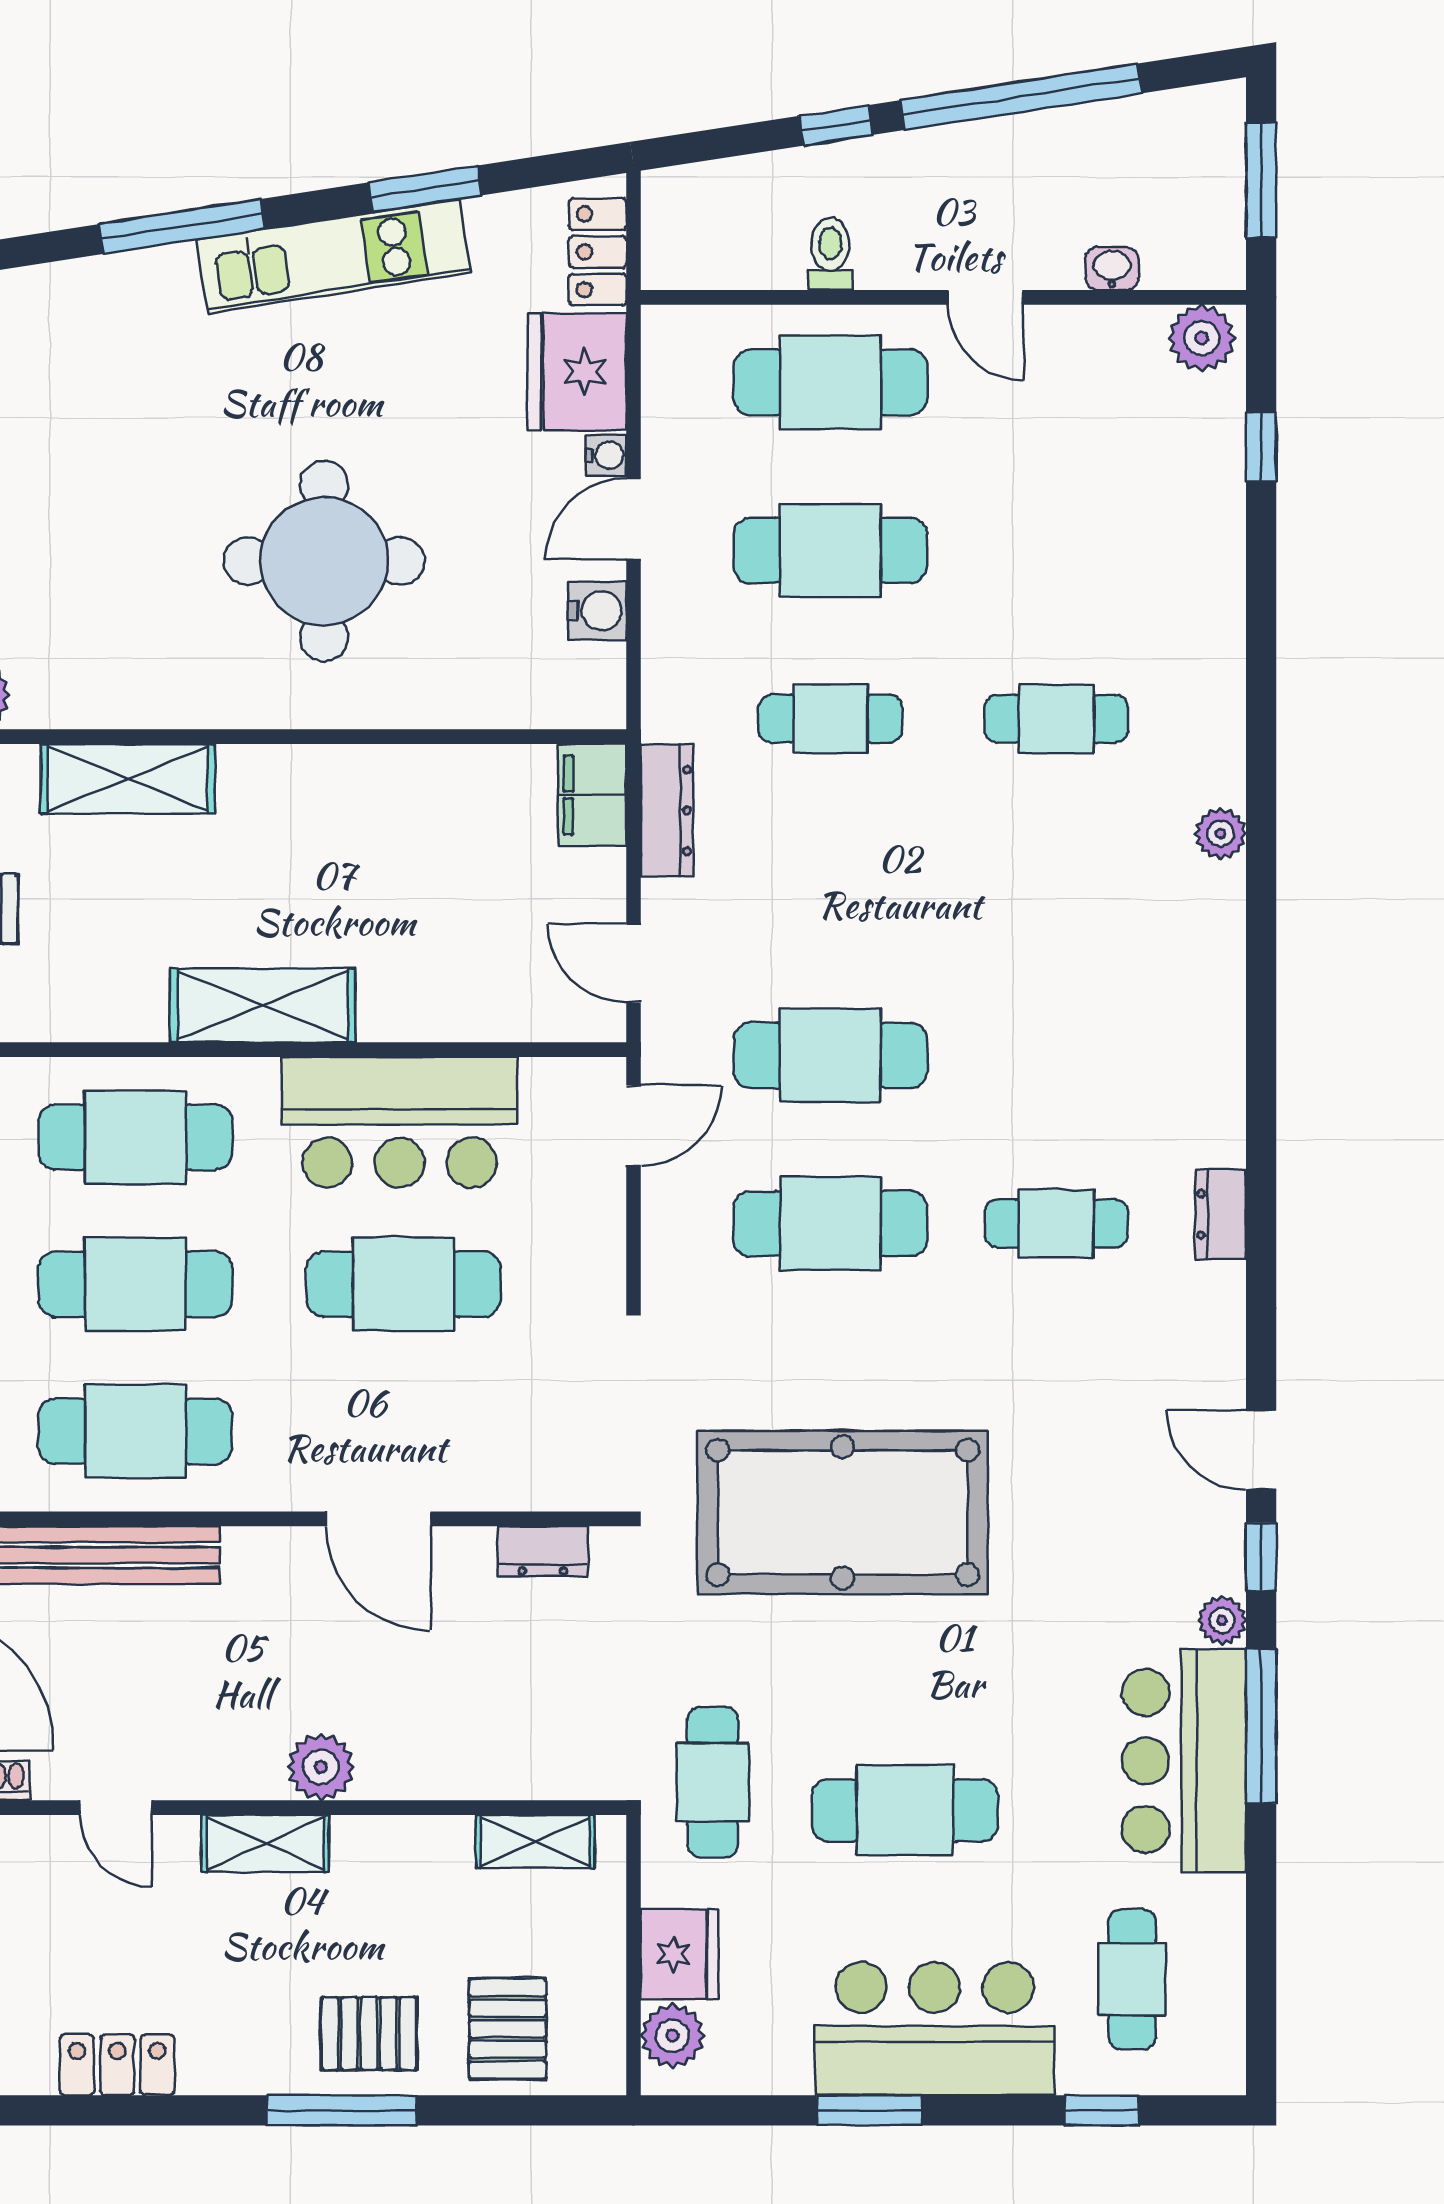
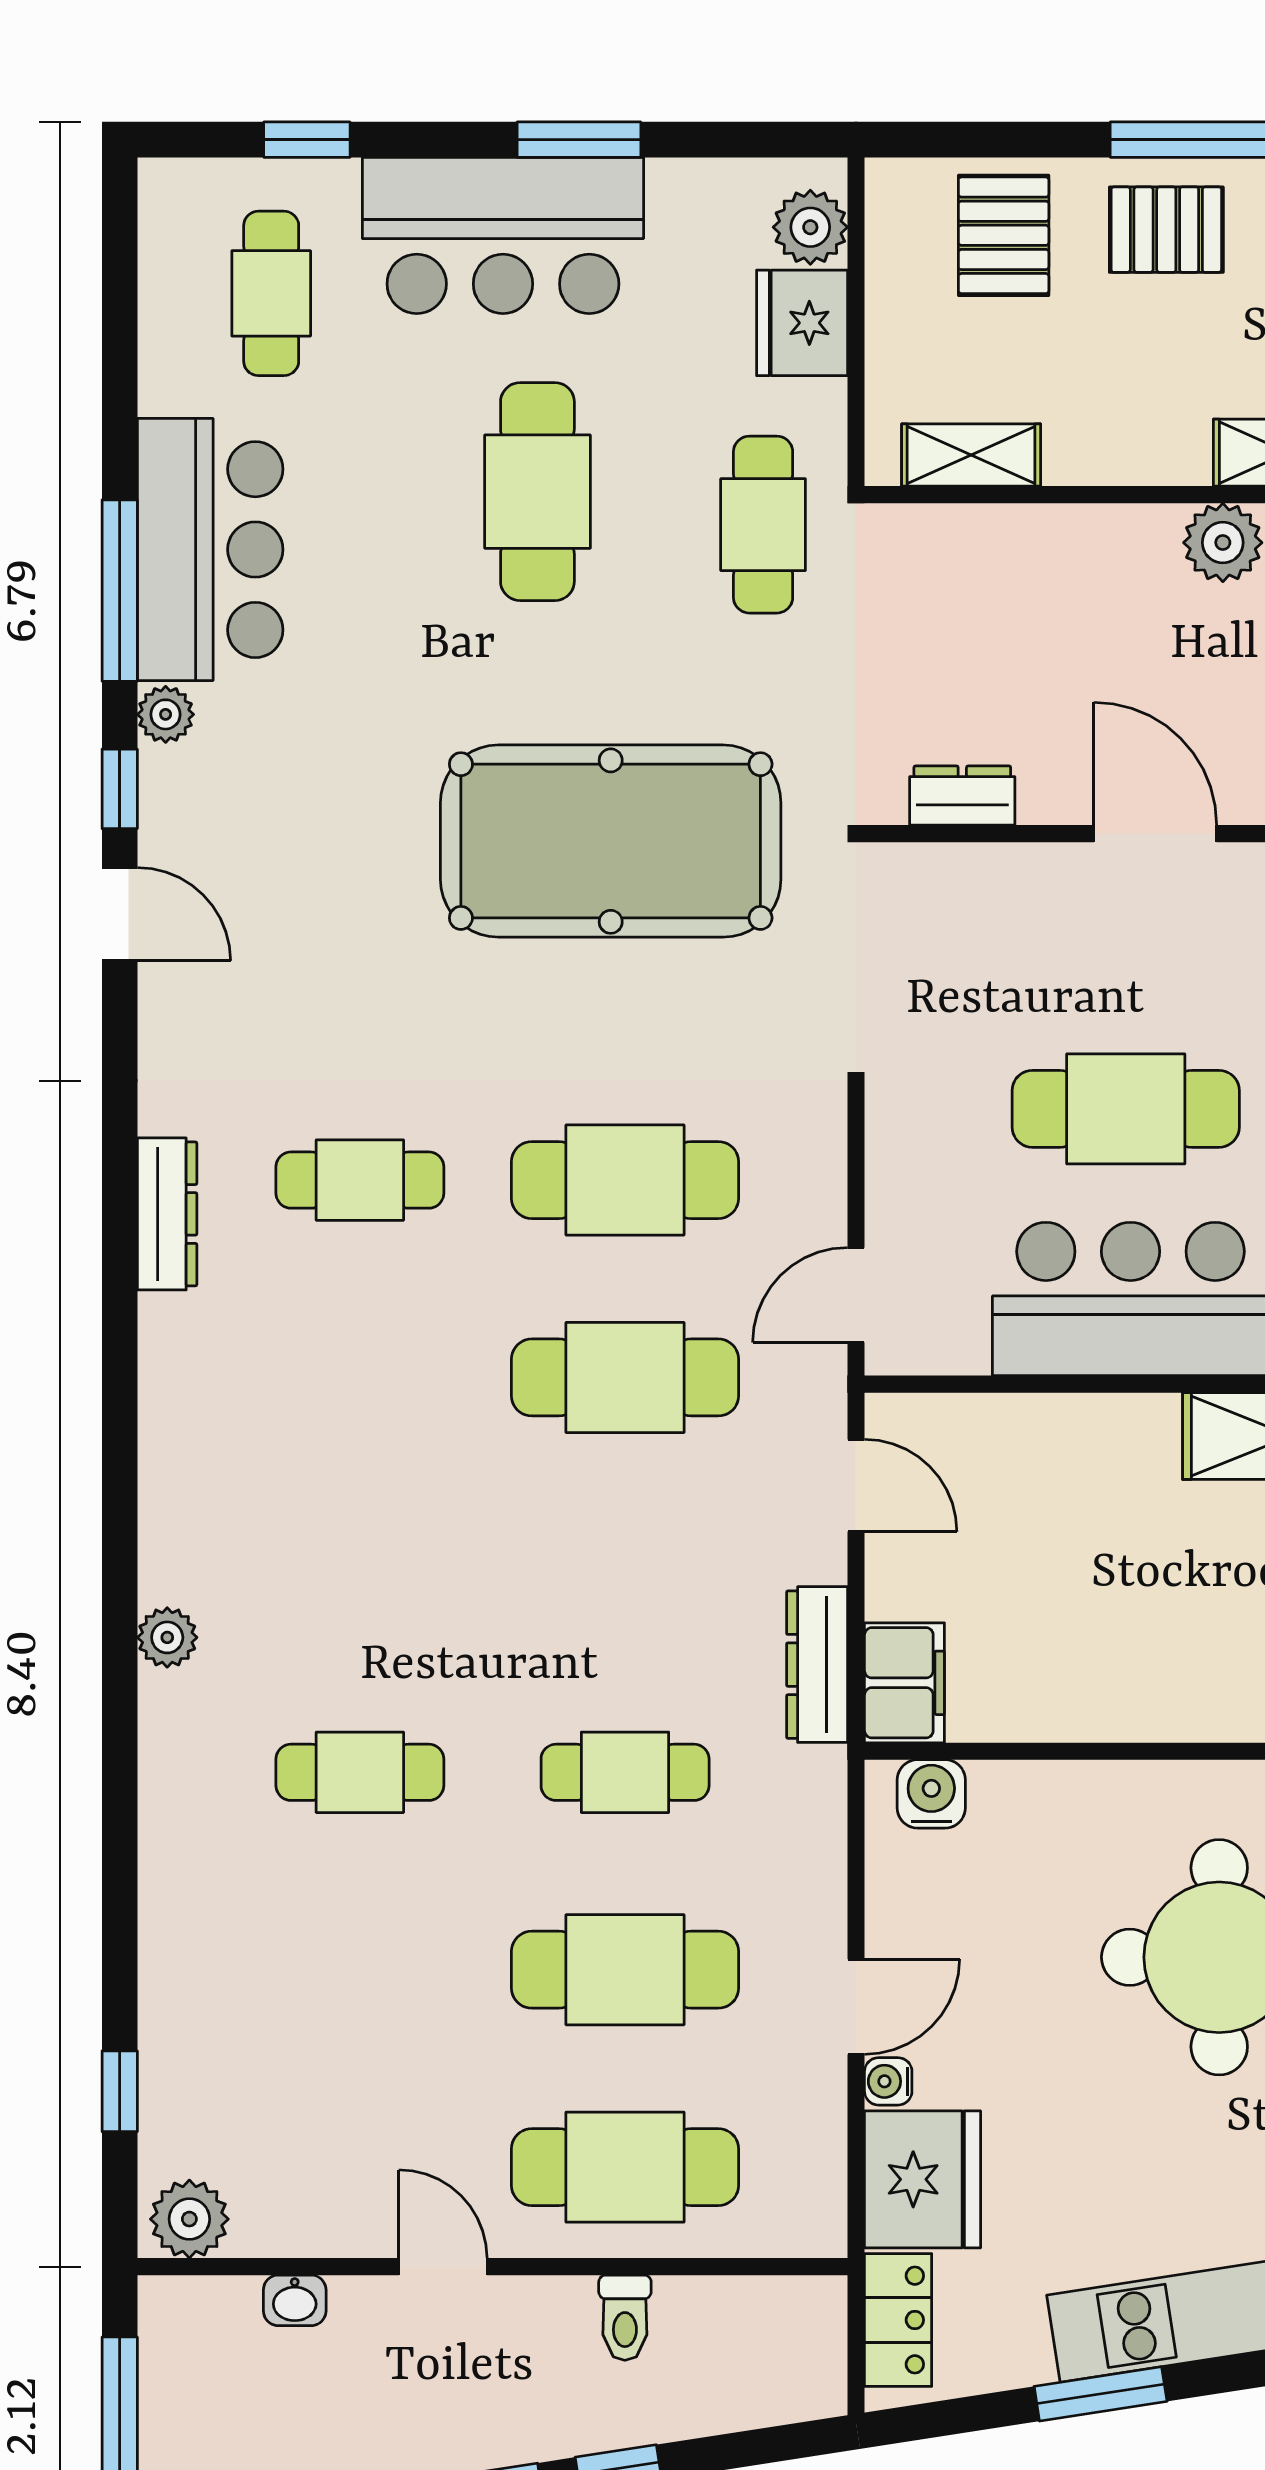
water cooler: (597, 611) -> (931, 1794), moved, turned 90
dresser: (1221, 1214) -> (167, 1214), width x1.44
cafe table: (905, 1810) -> (537, 492), turned 90

